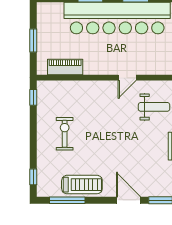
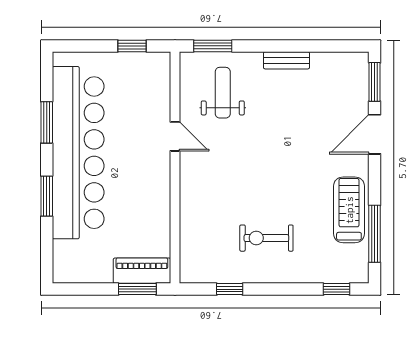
window: (33, 40) -> (137, 289), moved
piano: (65, 67) -> (142, 271), moved, turned 90
window: (33, 97) -> (230, 289), moved

